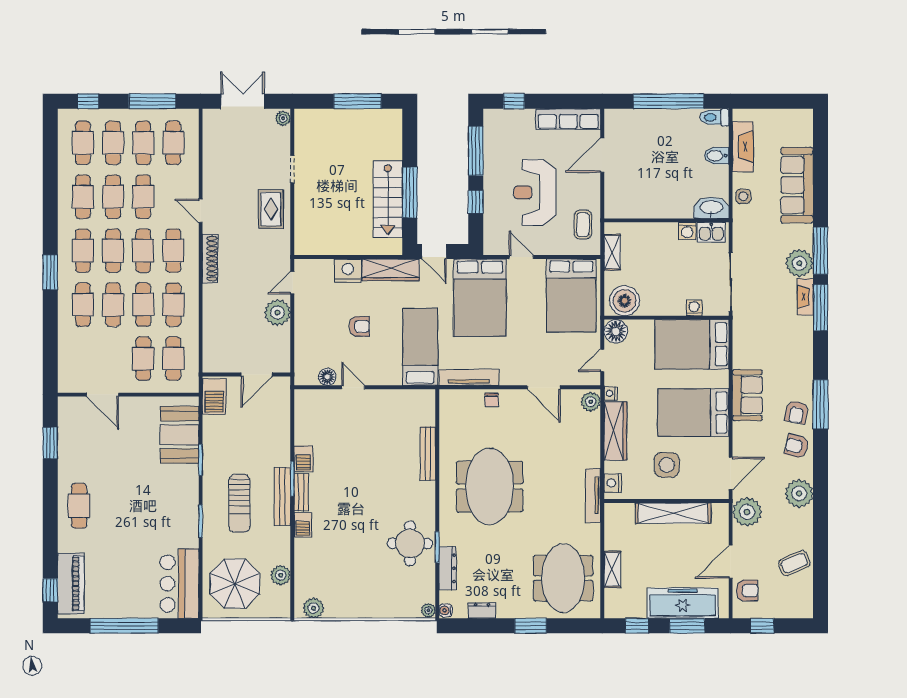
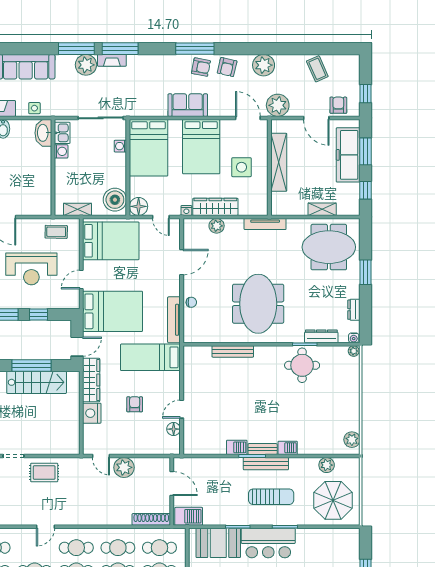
shoe rack: (210, 259) -> (151, 519), moved
plant: (591, 402) -> (217, 226), moved
nightstand: (613, 483) -> (255, 209), removed
meeting table: (490, 487) -> (258, 304), turned 90
bar counter: (179, 584) -> (268, 543), moved

